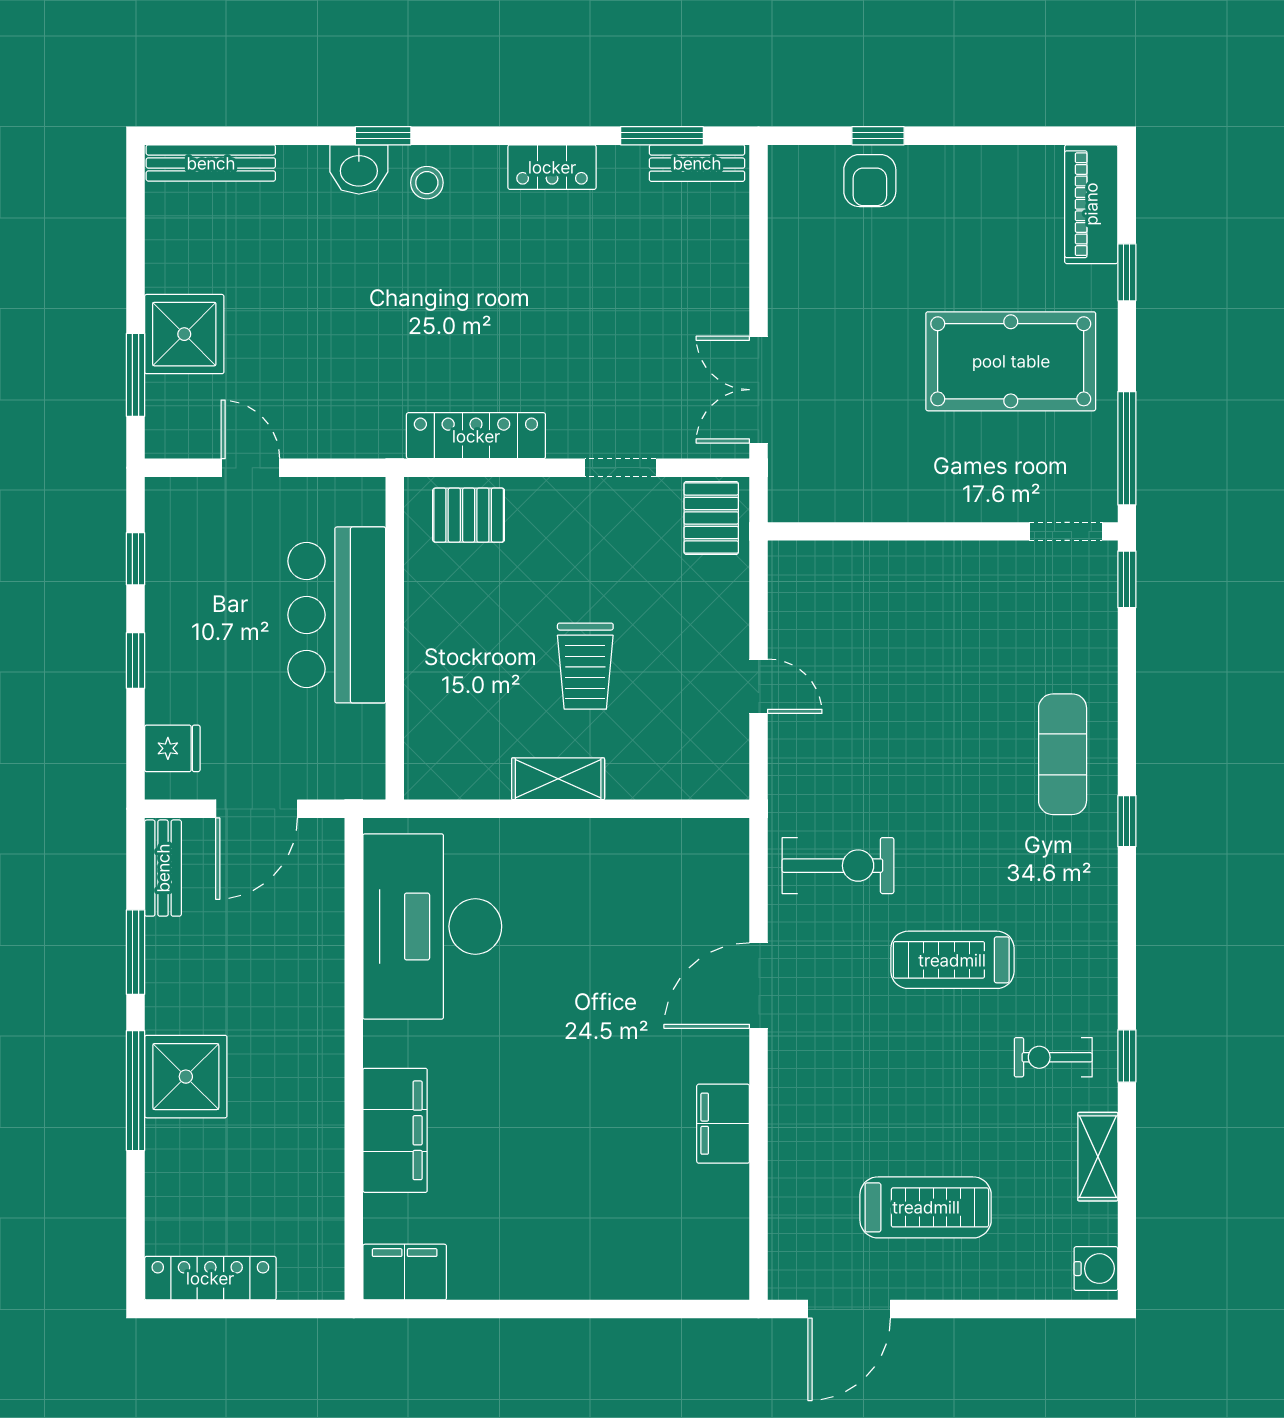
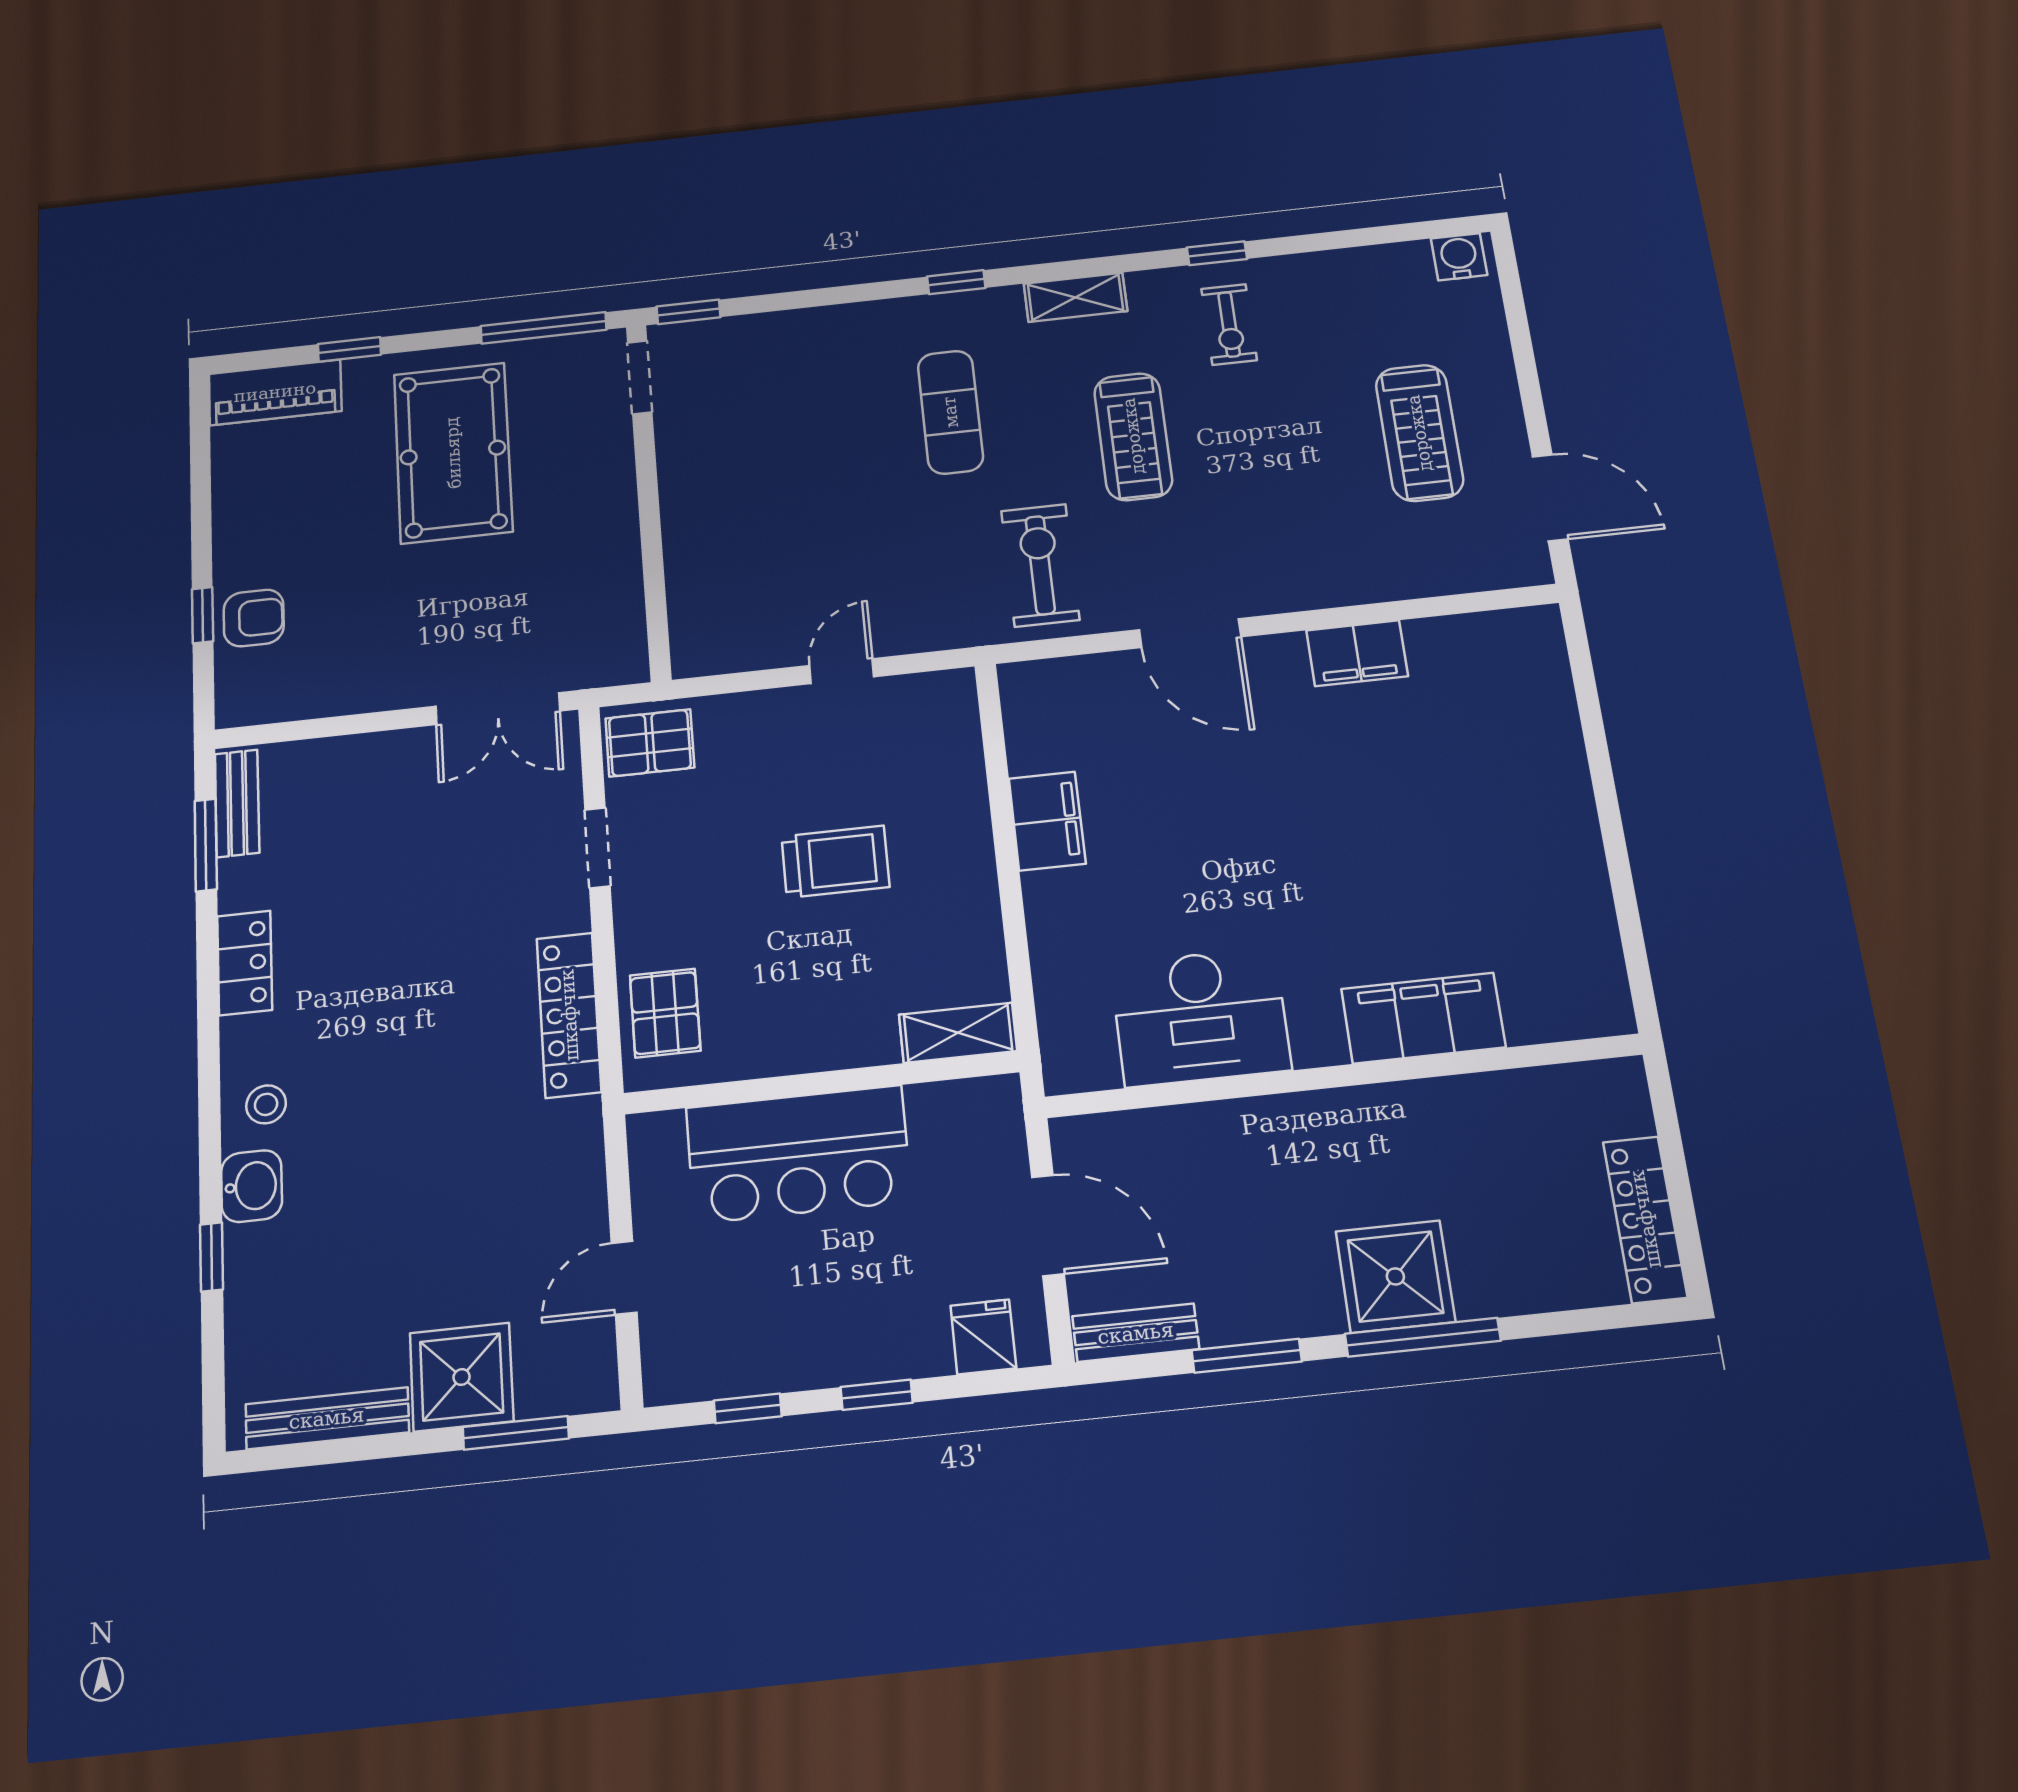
window: (383, 136) -> (212, 1257), moved
bench: (211, 163) -> (327, 1418), moved, turned 90
exercise mat: (1063, 754) -> (950, 412), moved, turned 90
shelving: (558, 779) -> (958, 1033), moved, turned 90
desk: (432, 926) -> (1200, 1017), width x0.73, depth x0.77
shelving: (1098, 1157) -> (1075, 297), moved
treadmill: (926, 1207) -> (1419, 433), turned 180
filing cabinet: (405, 1272) -> (1047, 821), moved, turned 180

